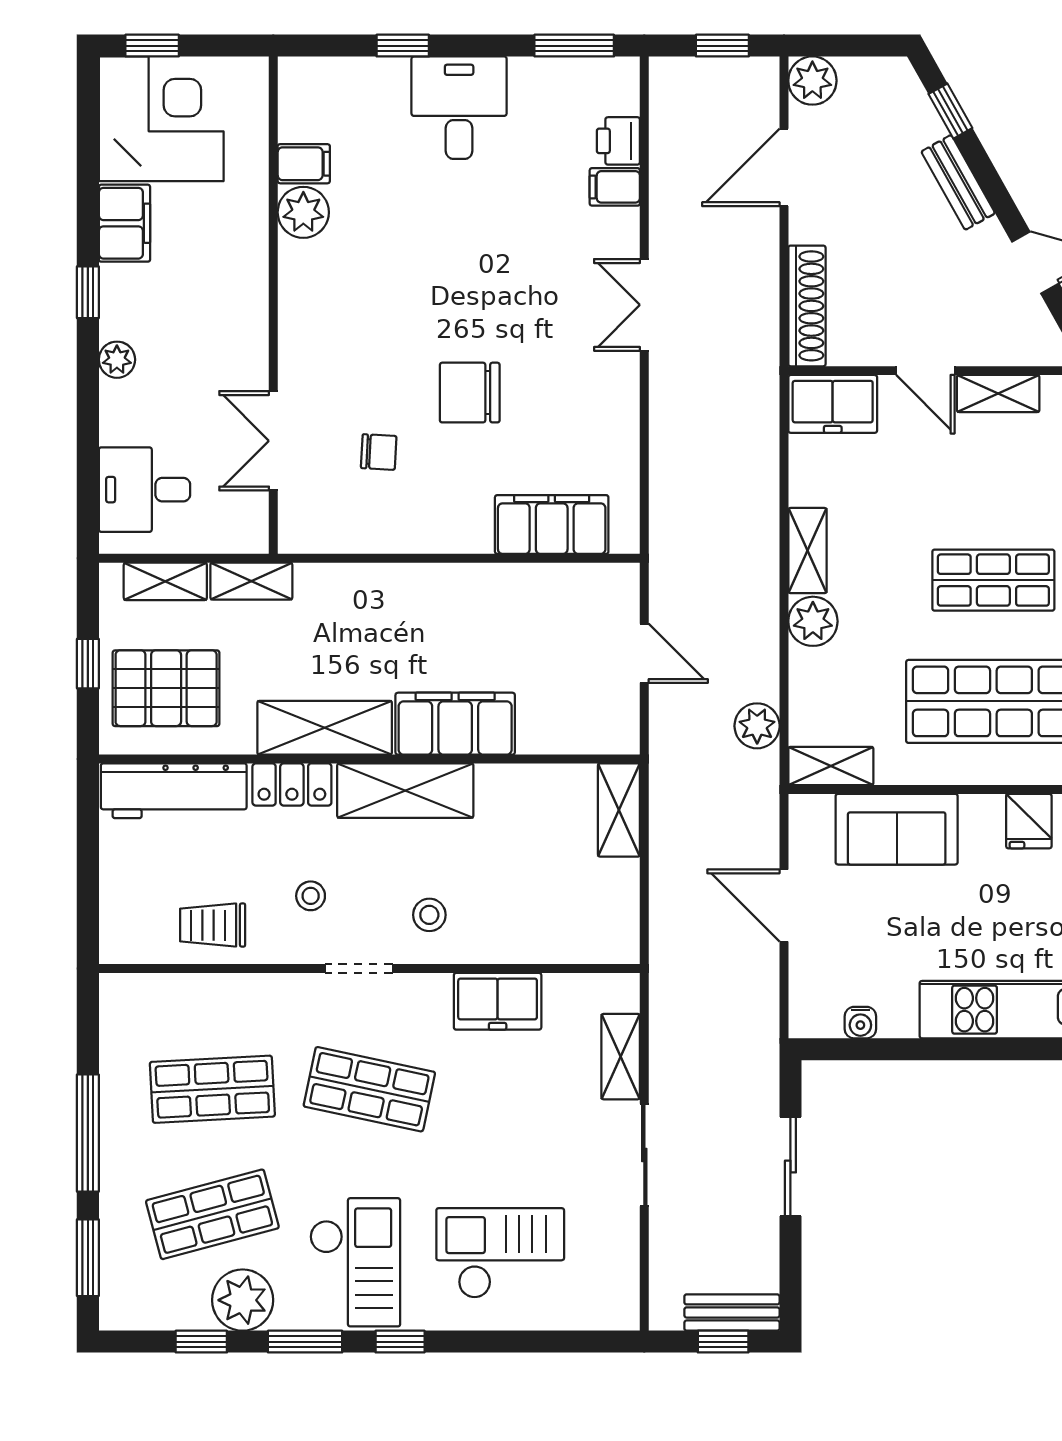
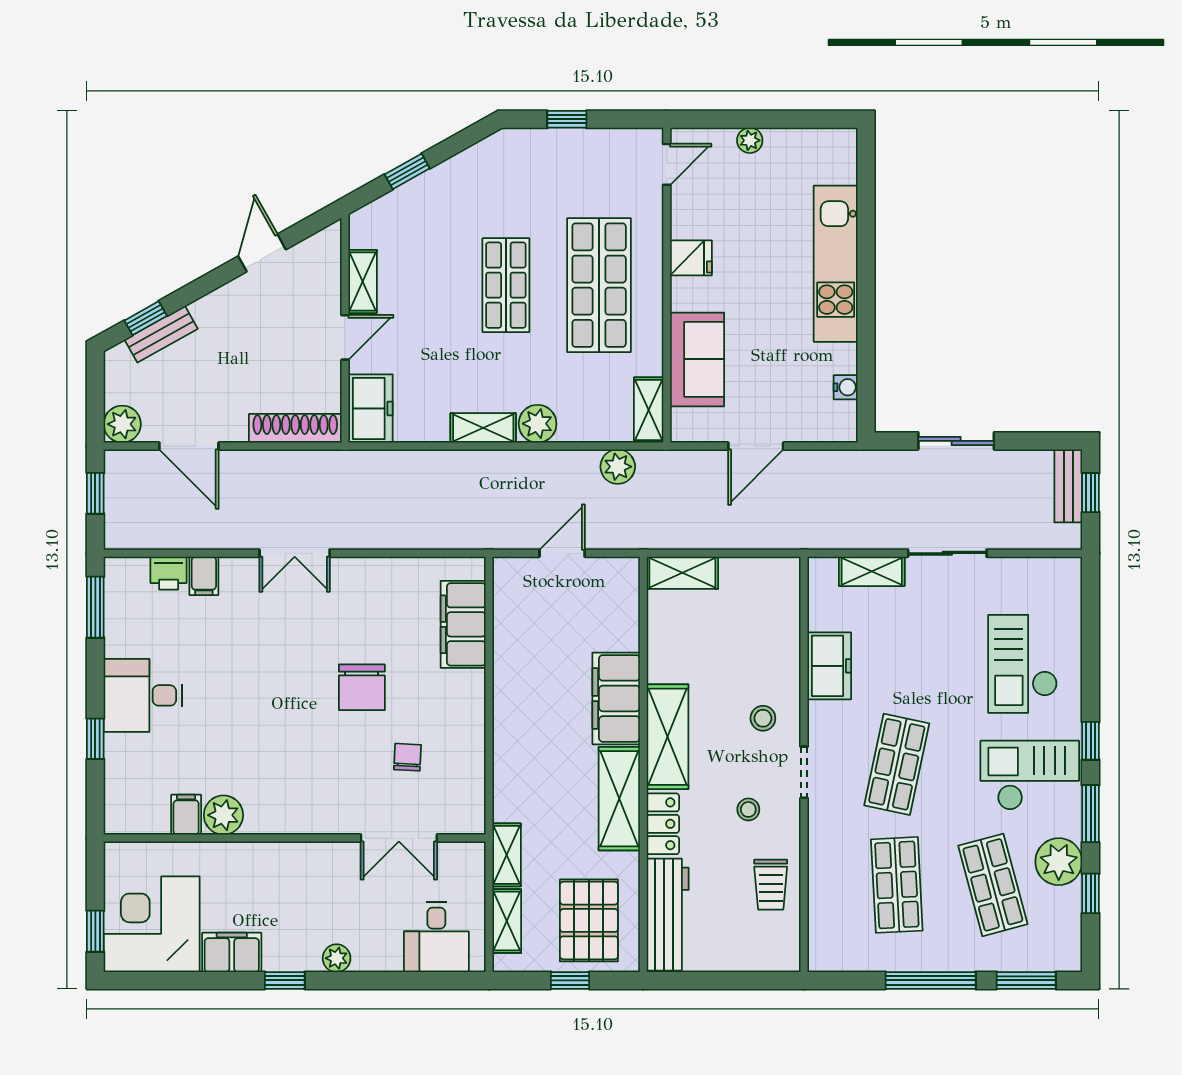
bench: (958, 182) -> (161, 334), moved

